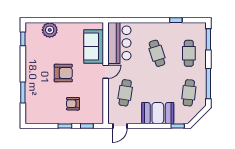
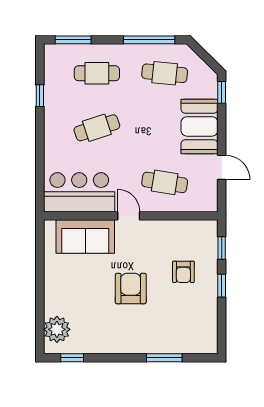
plant: (50, 30) -> (57, 329), moved
door: (120, 126) -> (222, 167), moved

